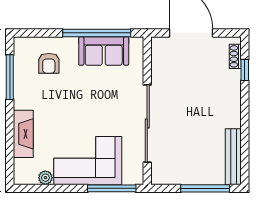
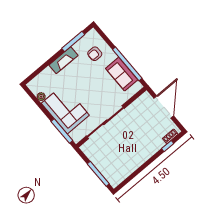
fireplace: (23, 134) -> (63, 60), moved
bench: (233, 157) -> (124, 174), removed

